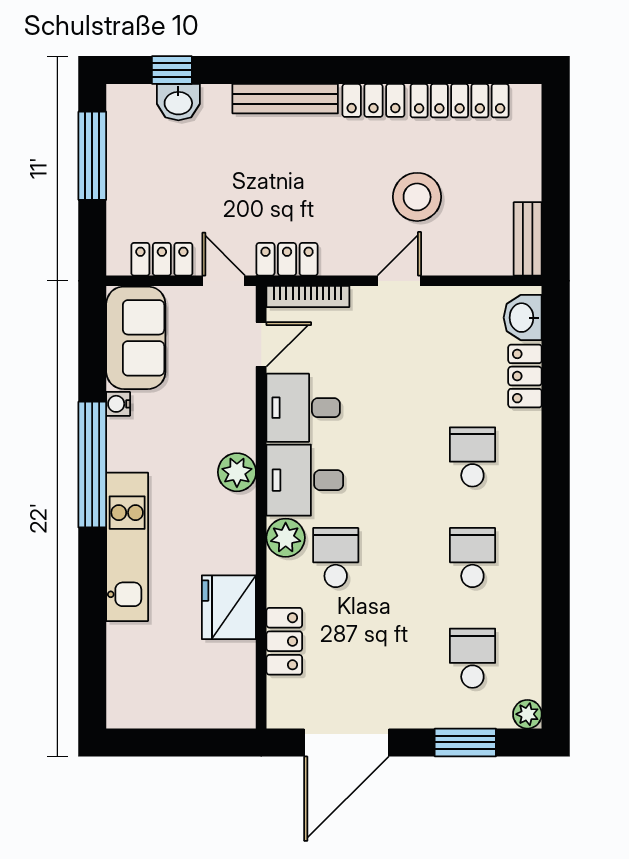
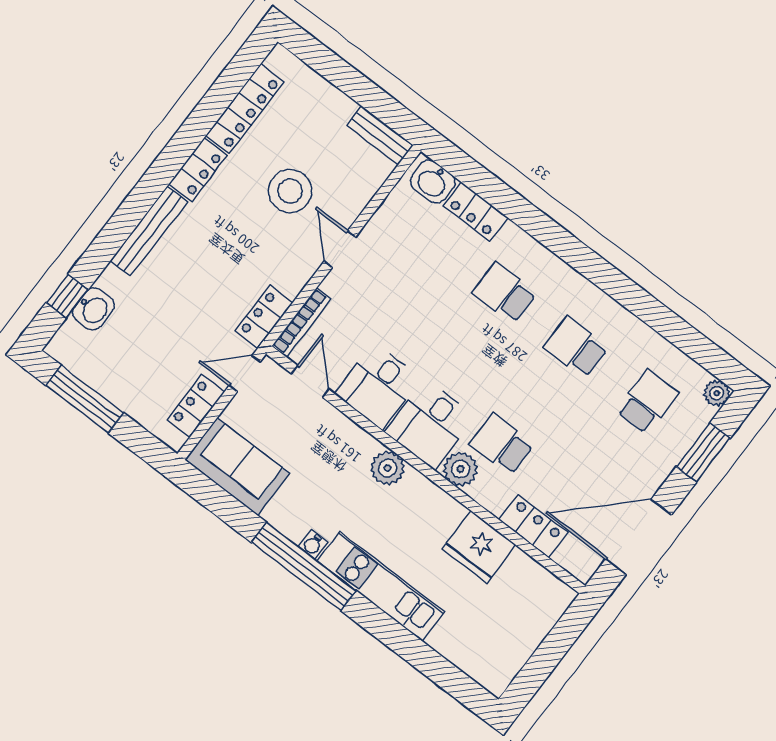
water cooler: (118, 404) -> (313, 544), moved
school desk: (472, 658) -> (647, 402), turned 90
door: (347, 742) -> (639, 537), swing flipped

